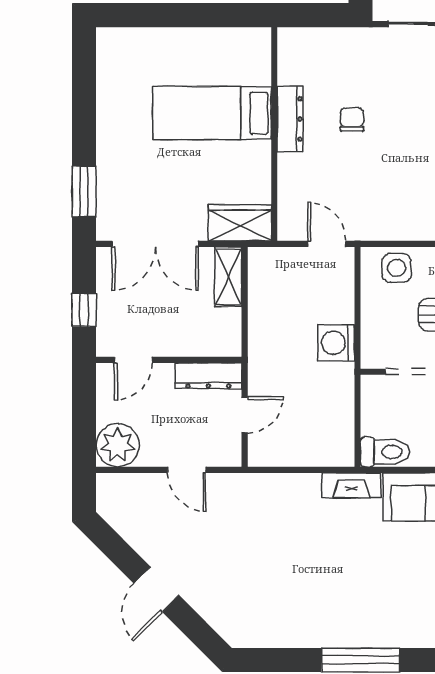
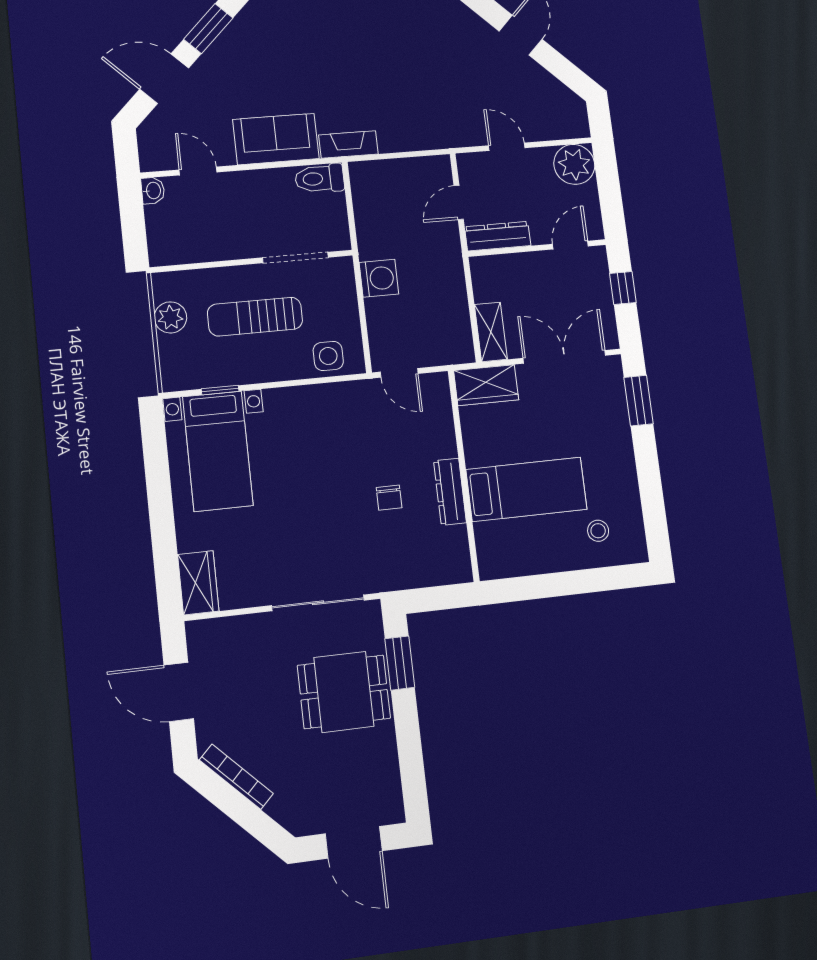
stool: (144, 64) -> (598, 531), added

